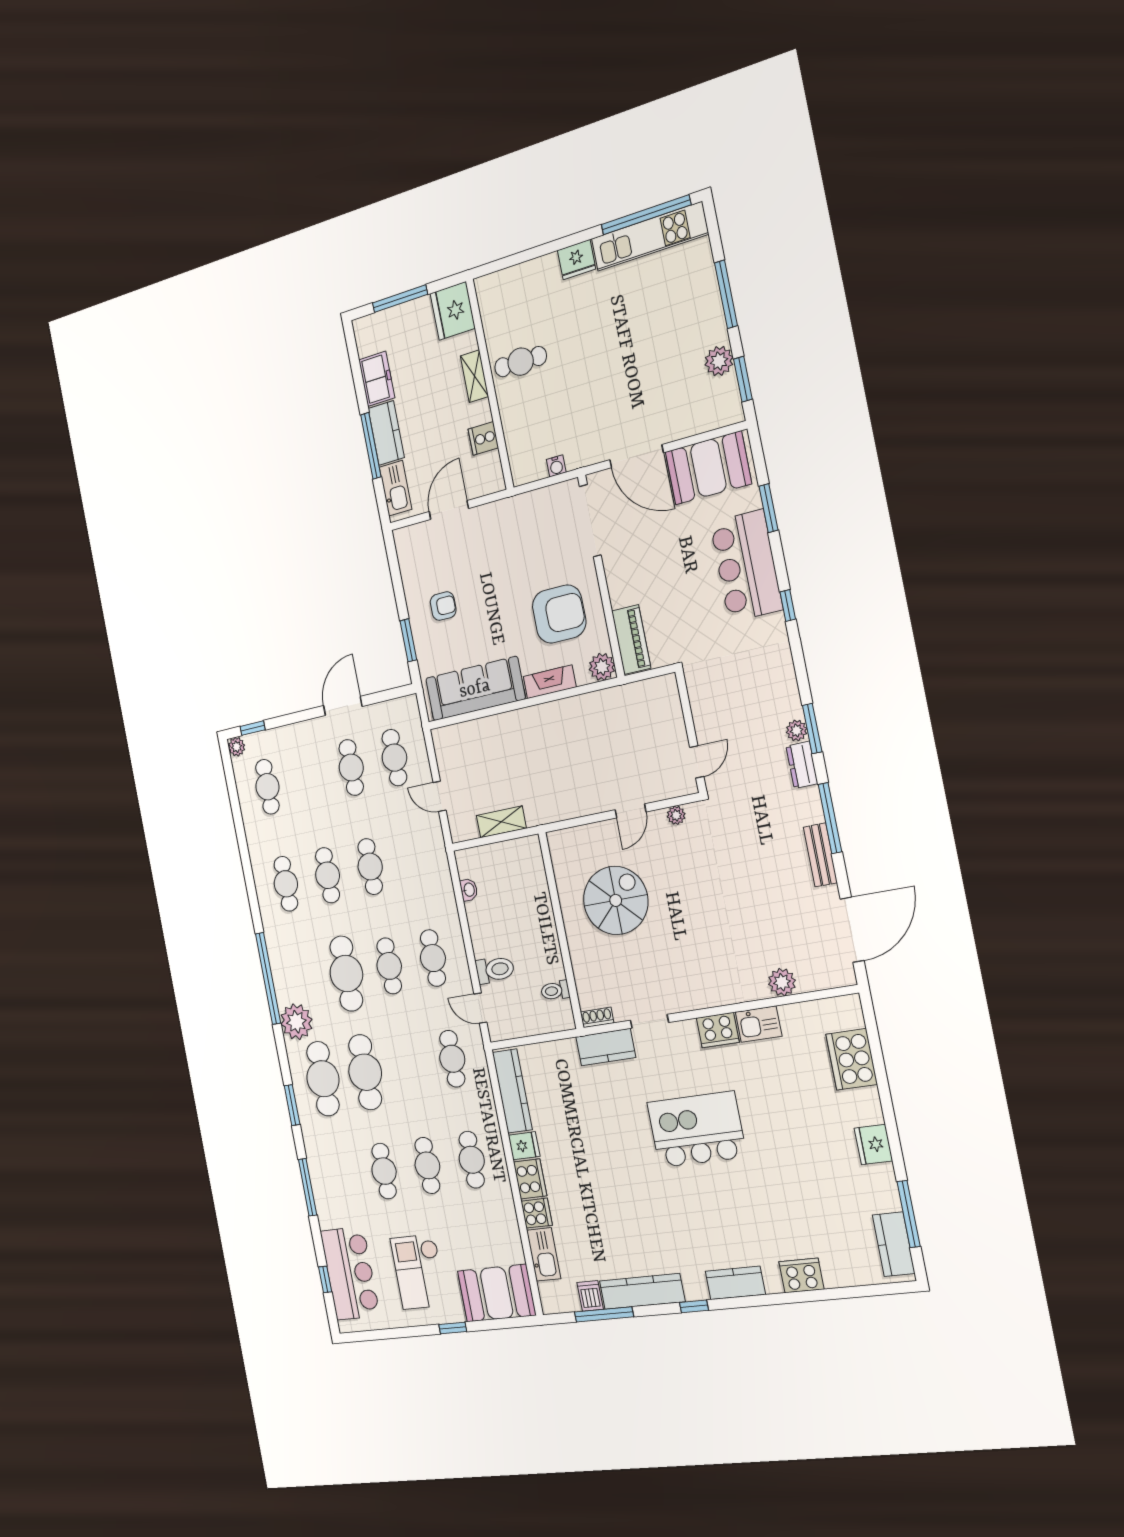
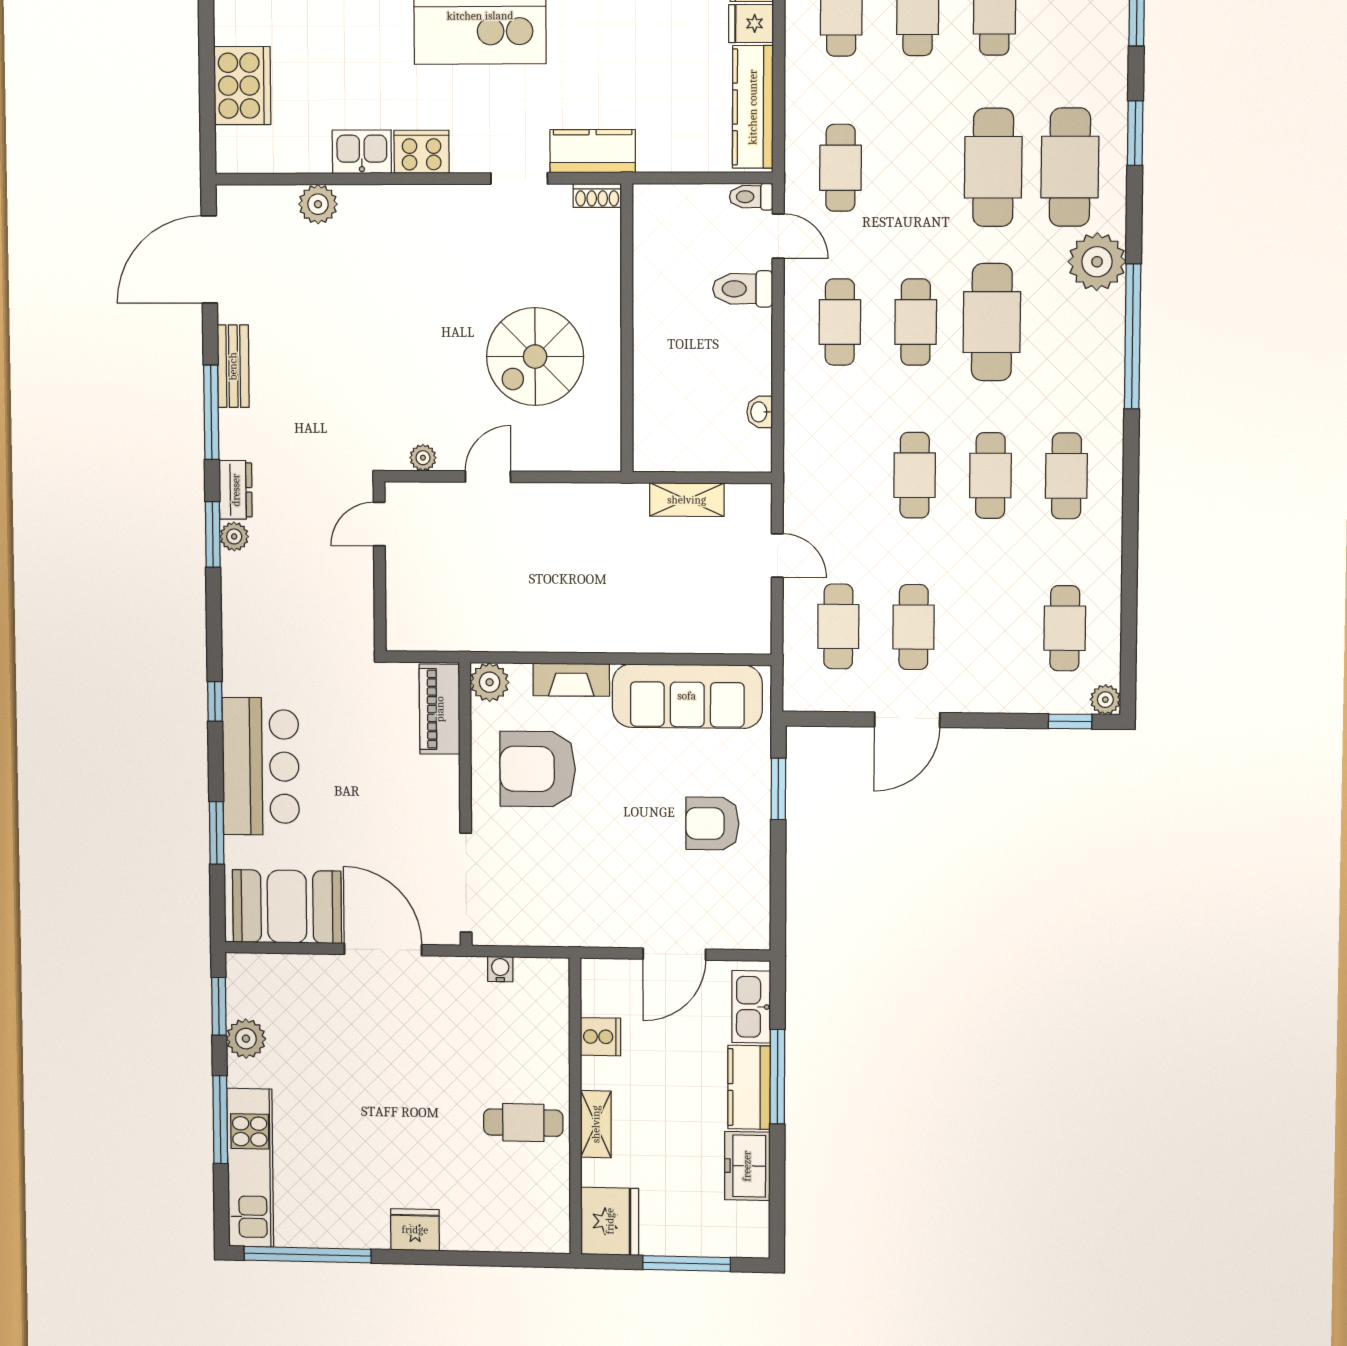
kitchen unit: (650, 236) -> (250, 1168), moved, turned 90
armchair: (443, 606) -> (712, 824), width x1.38, depth x1.38
toilet: (555, 991) -> (751, 197), moved, turned 180

